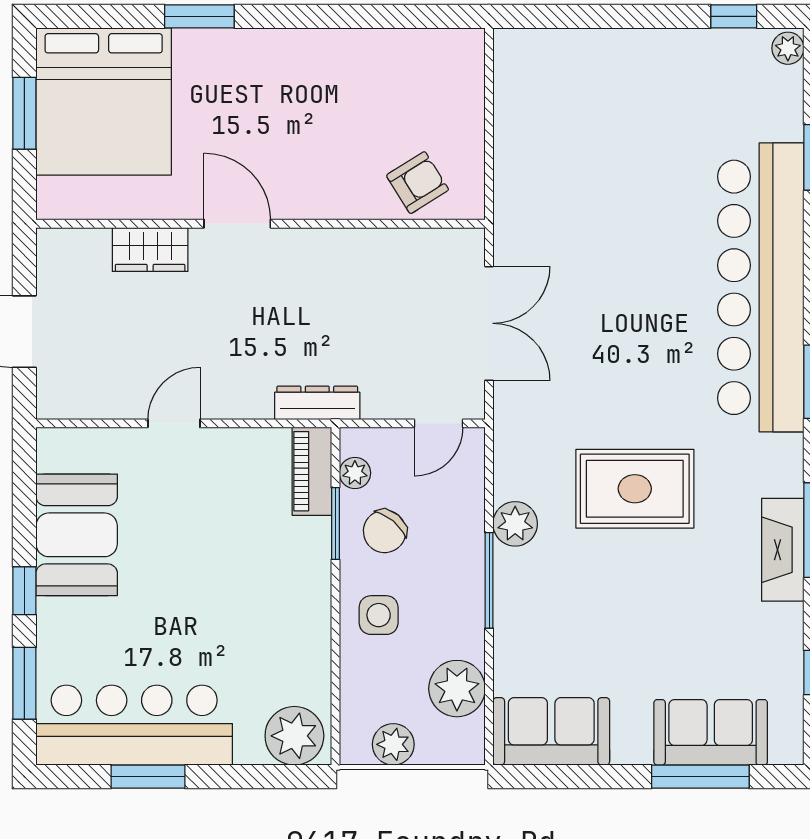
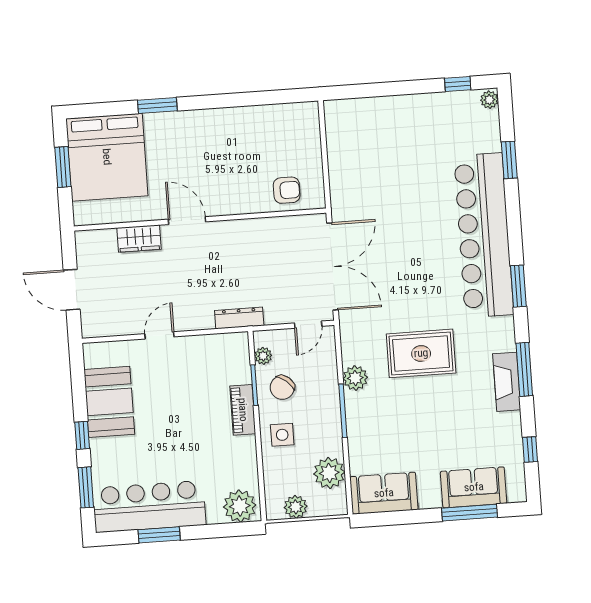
armchair: (418, 183) -> (287, 190), turned 32
double door: (489, 323) -> (332, 266), width x1.36
piano: (312, 471) -> (243, 410), moved

